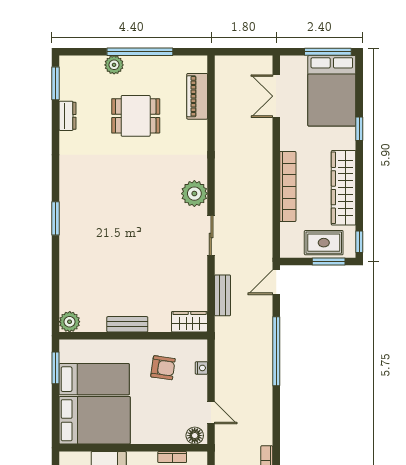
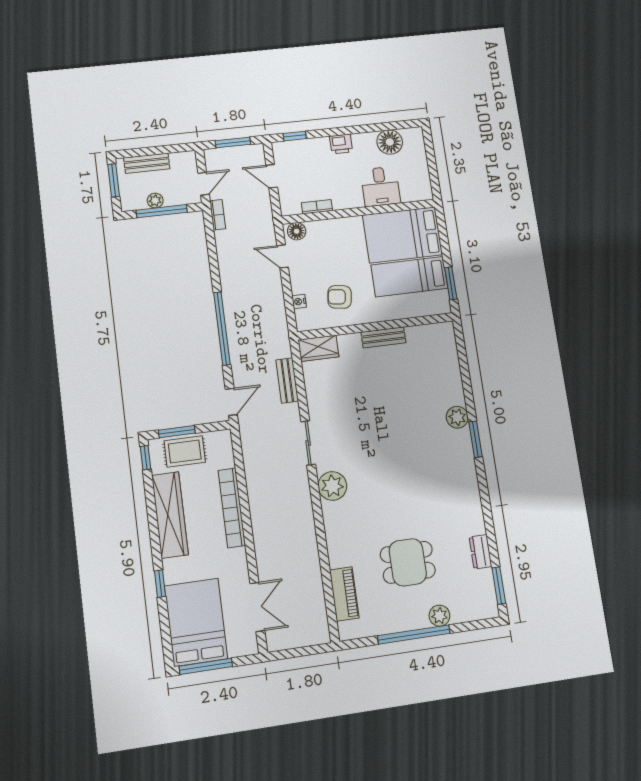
plant: (70, 322) -> (457, 417), moved

